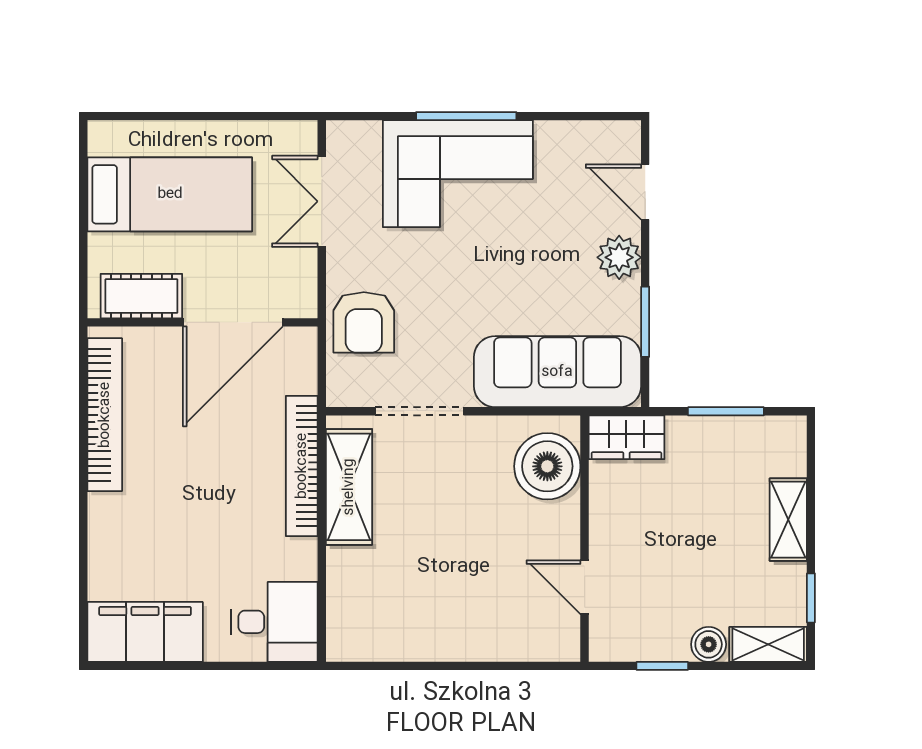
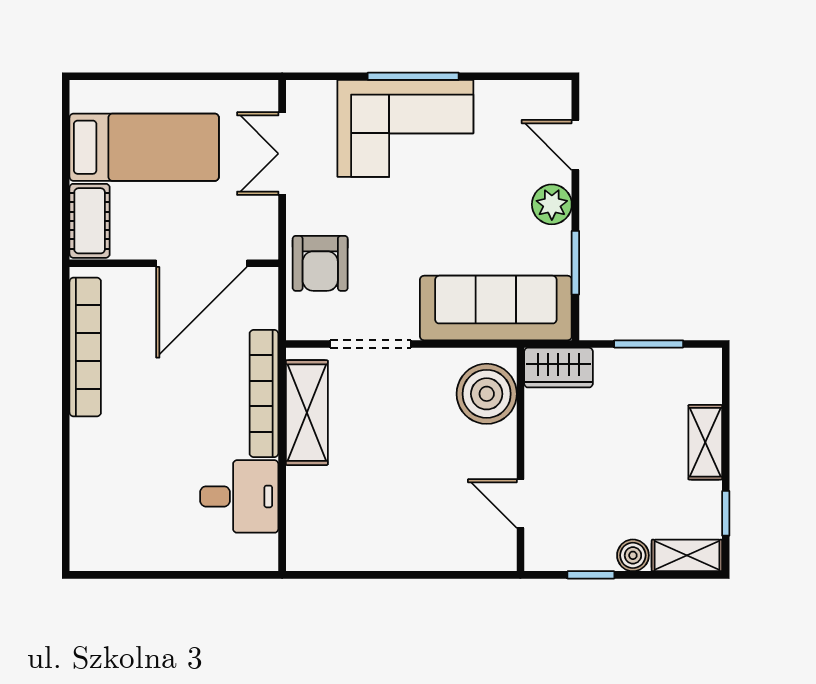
cot: (141, 296) -> (90, 221), moved, turned 90
desk: (275, 622) -> (239, 496), moved
filing cabinet: (145, 632) -> (122, 544), removed

